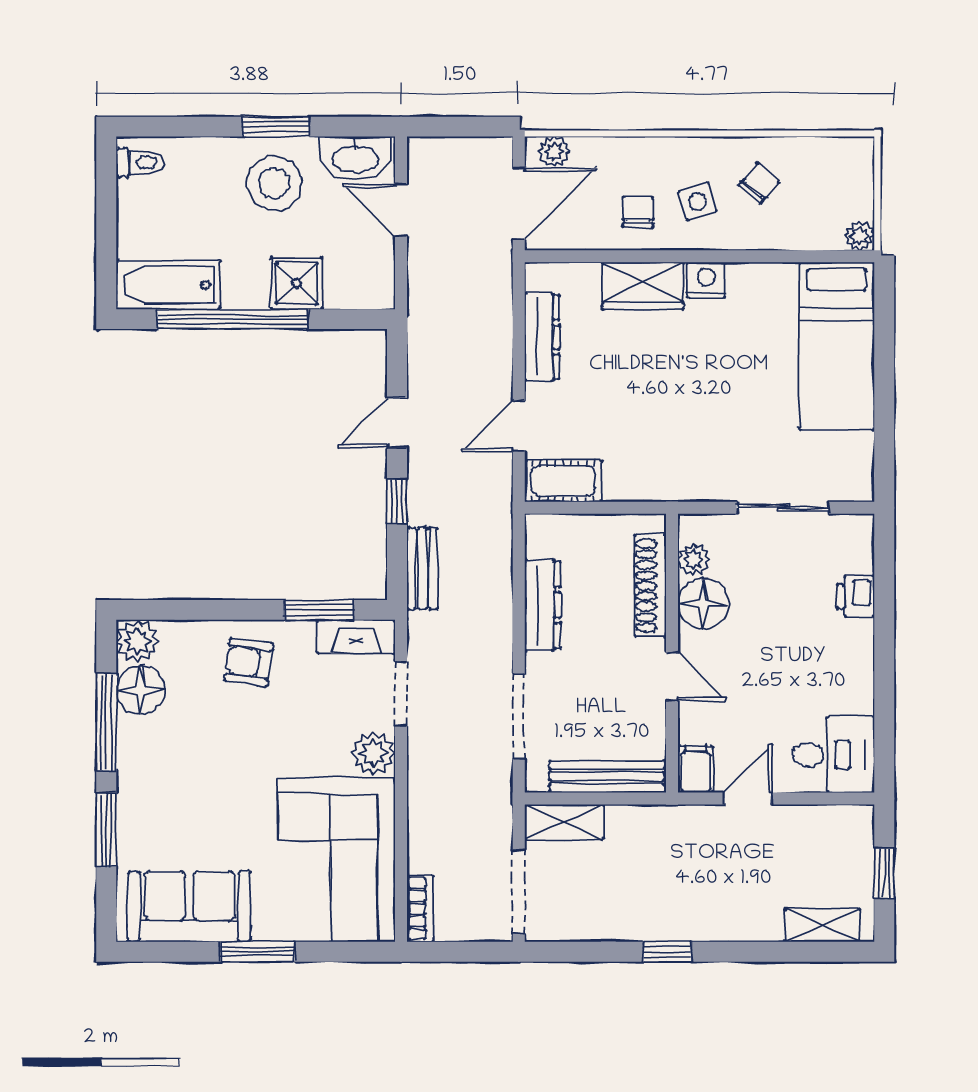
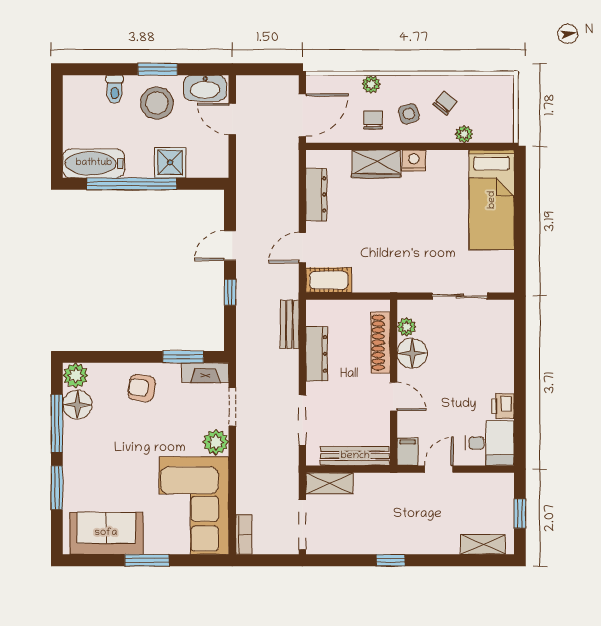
plant: (554, 152) -> (371, 84), moved
toilet: (140, 163) -> (115, 89), moved, turned 90
plant: (860, 236) -> (464, 134), moved
bench: (422, 568) -> (290, 324), moved
printer: (855, 596) -> (503, 406), moved

